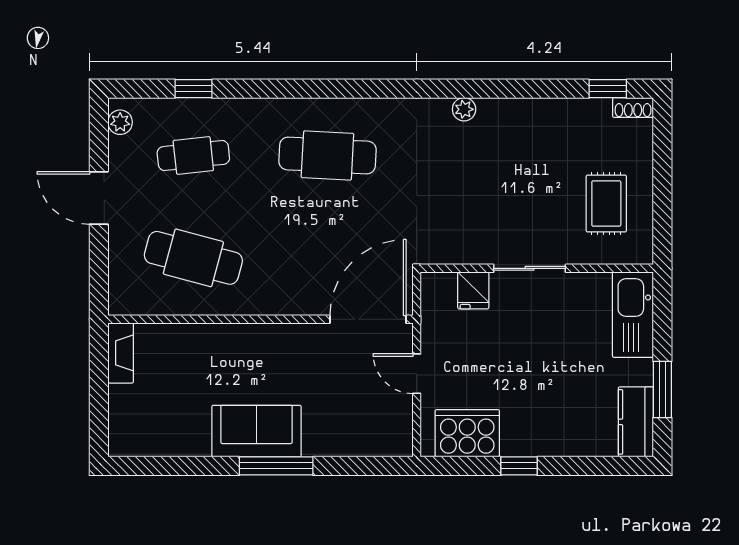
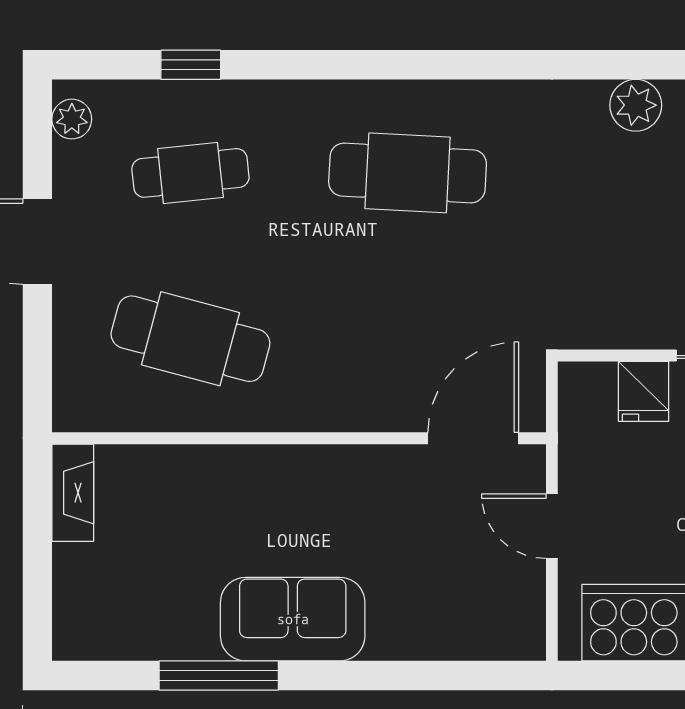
plant: (464, 109) -> (636, 105), width x1.38, depth x1.38
door: (368, 319) -> (473, 438), width x0.73
window: (276, 466) -> (219, 676), moved

